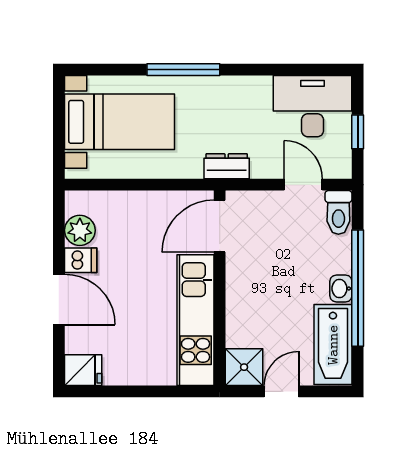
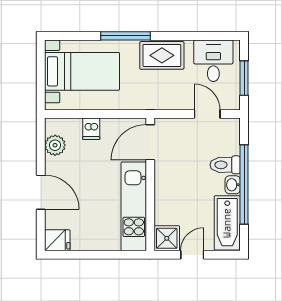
rug: (237, 98) -> (162, 55), added
desk: (313, 106) -> (213, 61), width x0.73
window: (358, 132) -> (244, 78), width x1.50
dresser: (227, 166) -> (155, 102), removed
toilet: (338, 212) -> (225, 165), moved, turned 90
dishwasher: (81, 260) -> (91, 129), moved, turned 90

